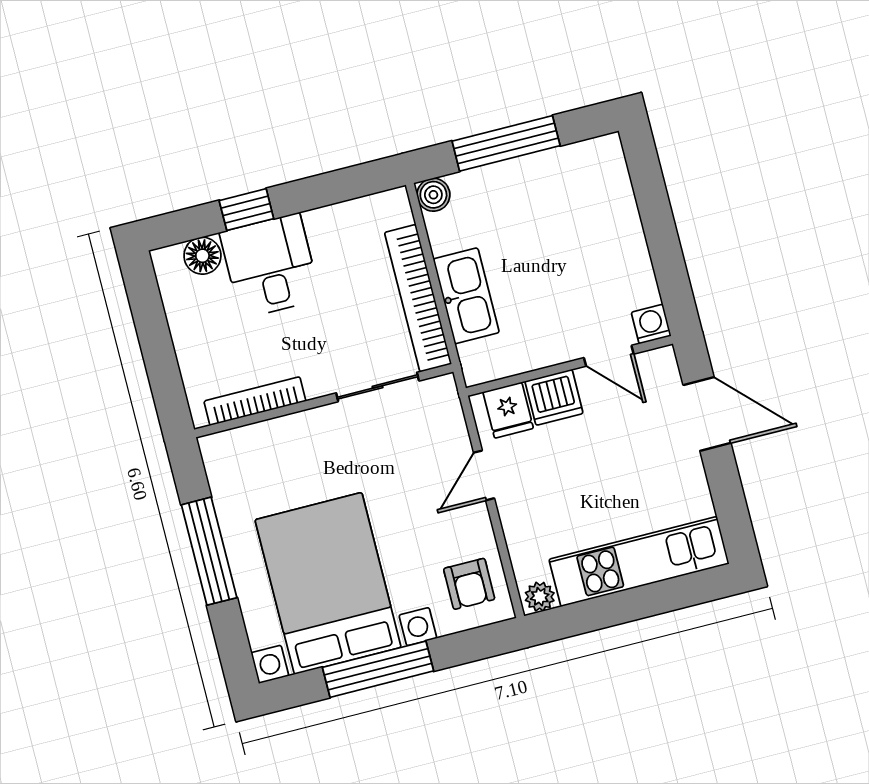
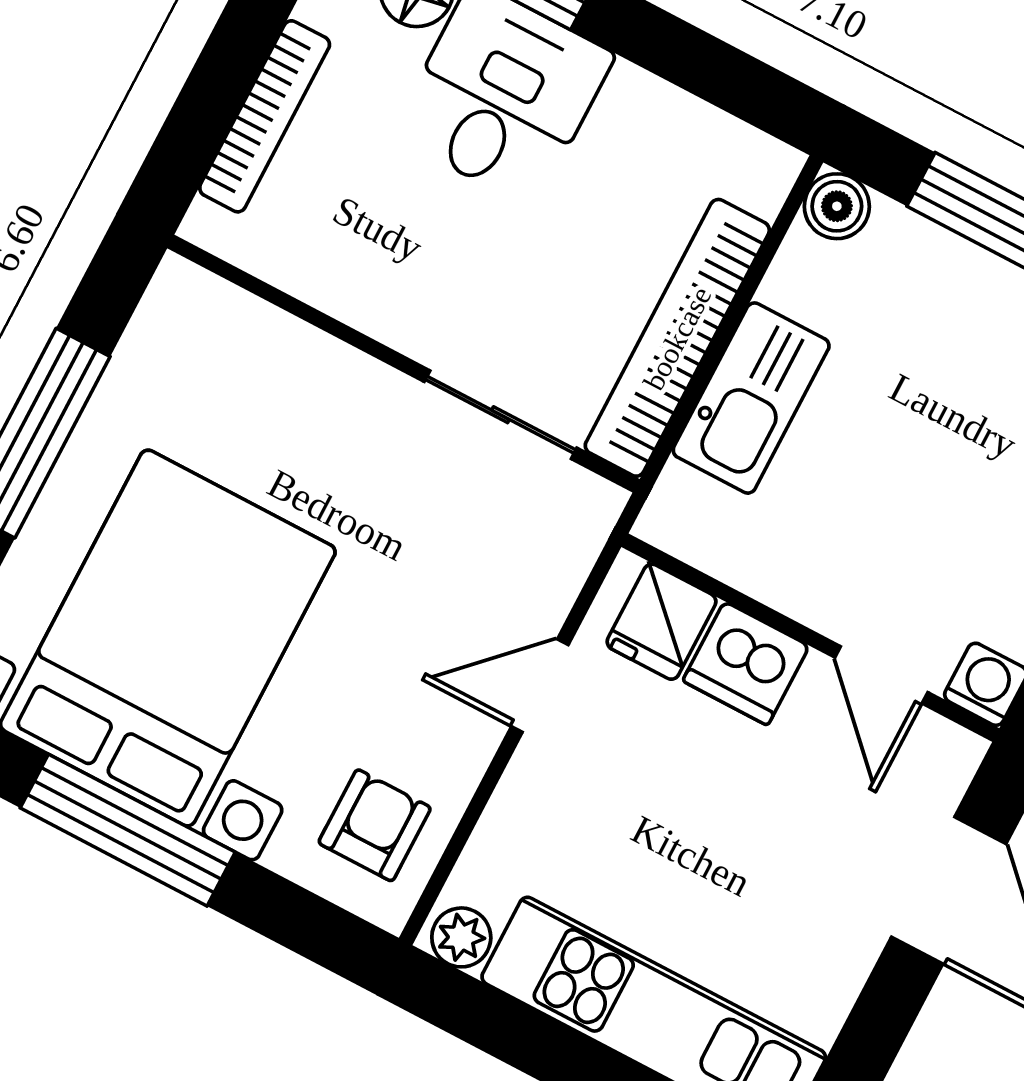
bookcase: (255, 401) -> (265, 116), moved, turned 90
armchair: (469, 584) -> (375, 825), turned 180

